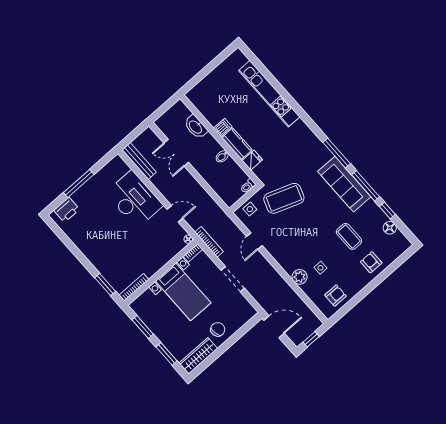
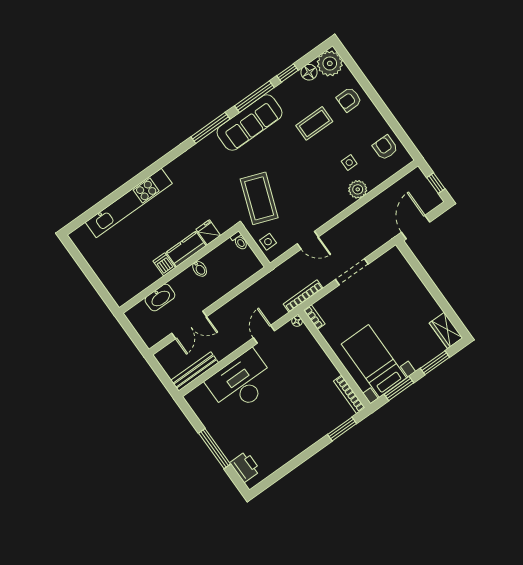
plant: (399, 244) -> (330, 63), added
bed with nightstands: (183, 292) -> (374, 361), moved, turned -90
chair: (218, 329) -> (412, 297), removed
wardrobe: (198, 356) -> (446, 330), width x0.67

